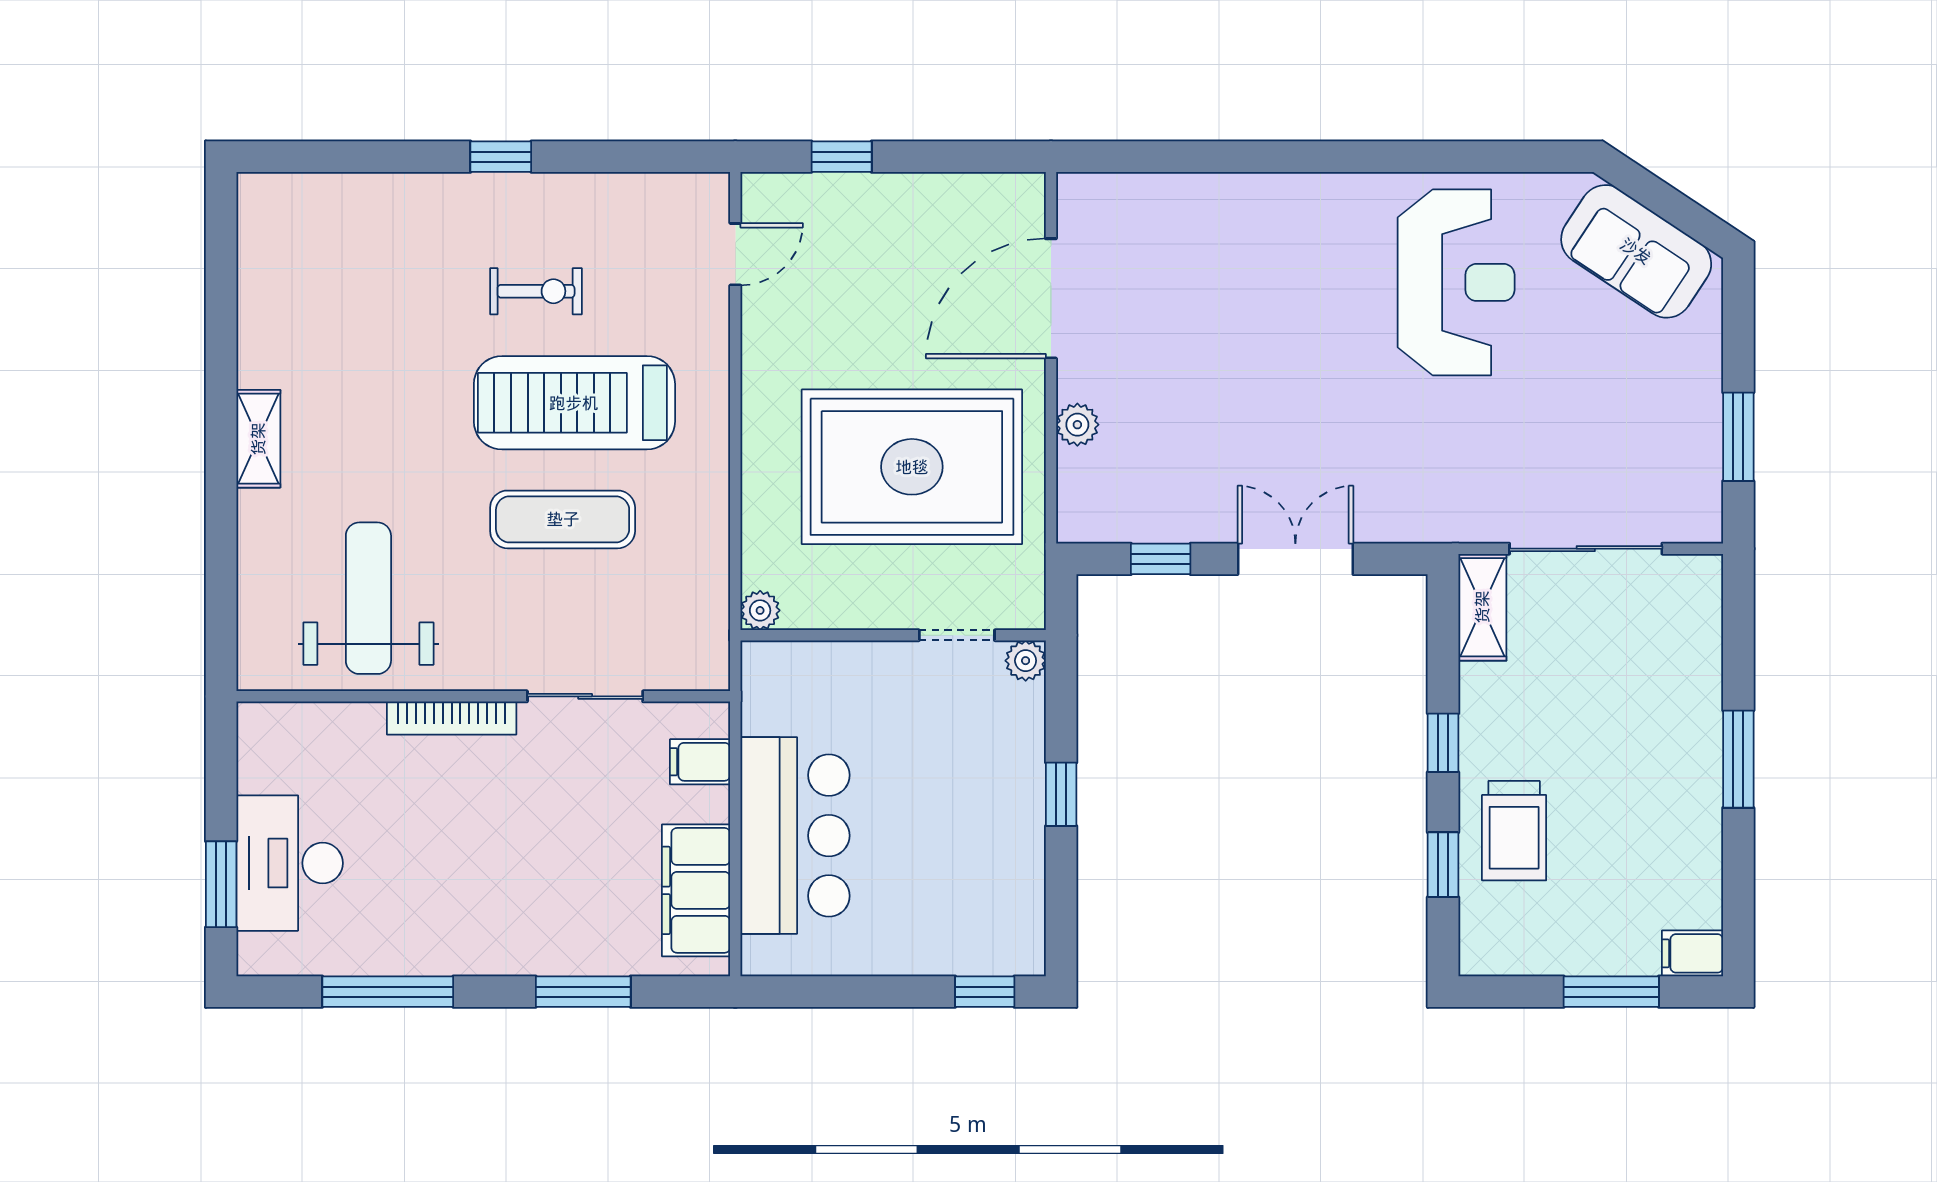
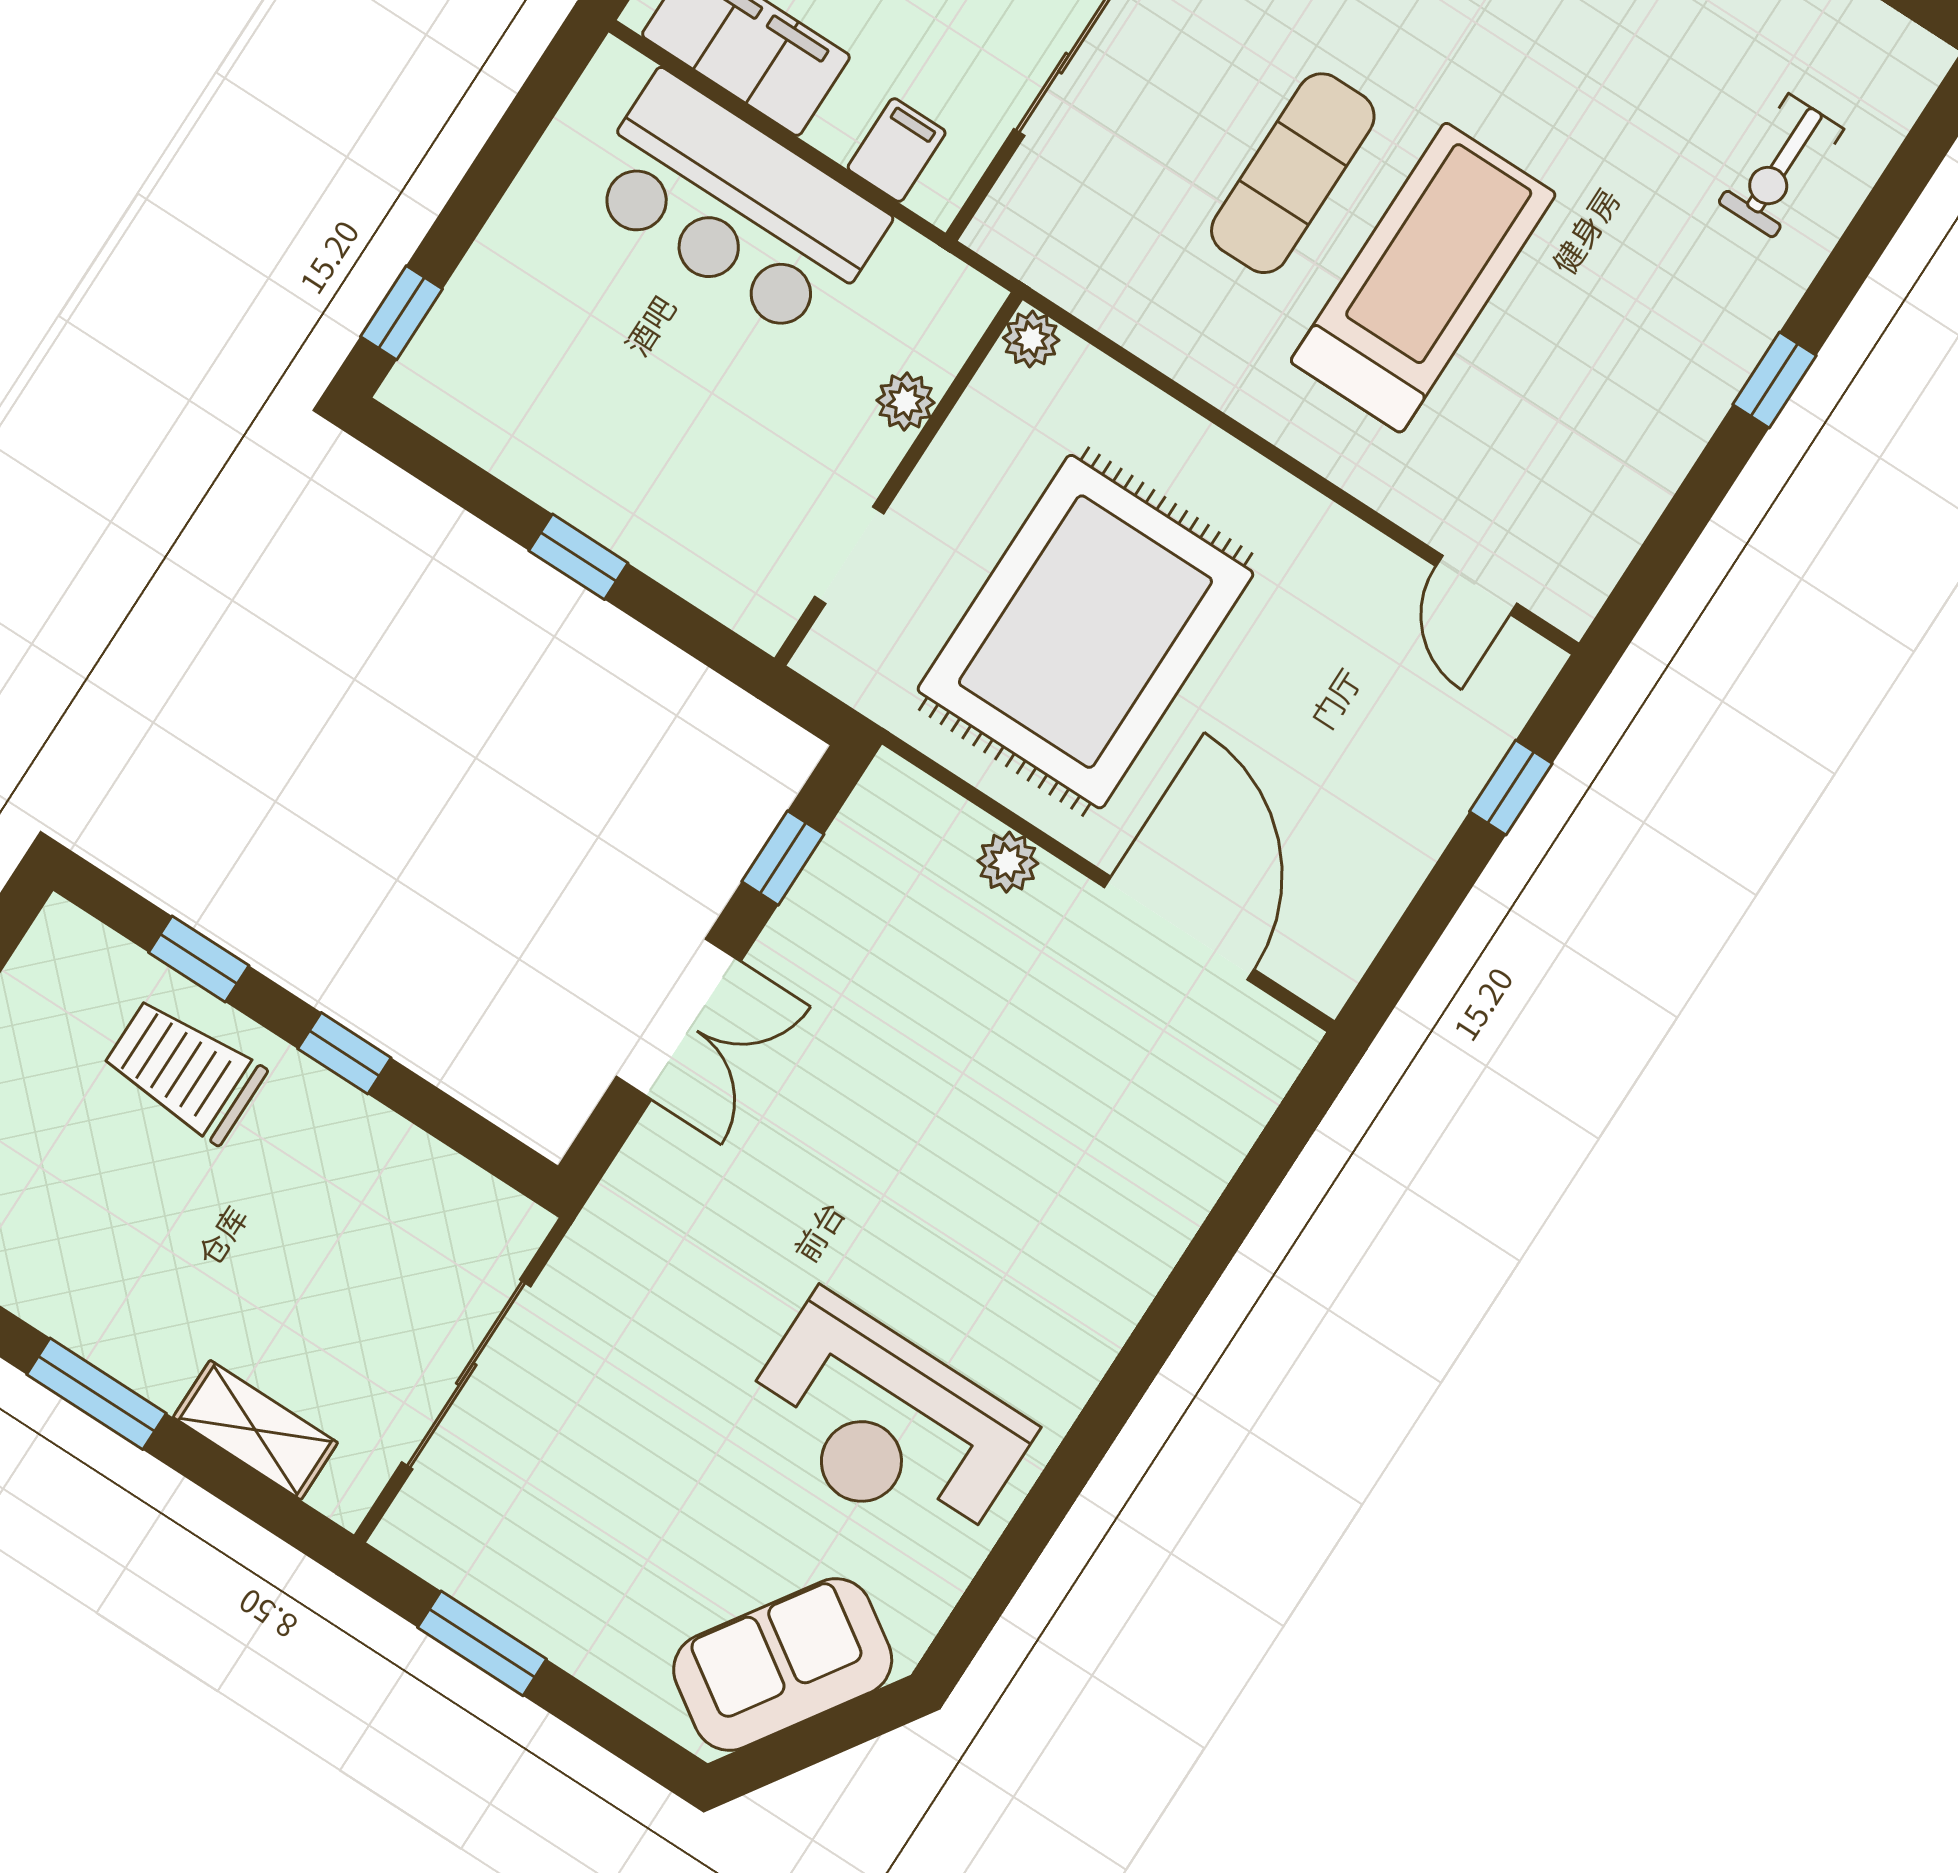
exercise bike: (536, 291) -> (1781, 166), moved
shelving: (1482, 607) -> (255, 1430), moved
plant: (1026, 661) -> (906, 401), moved

